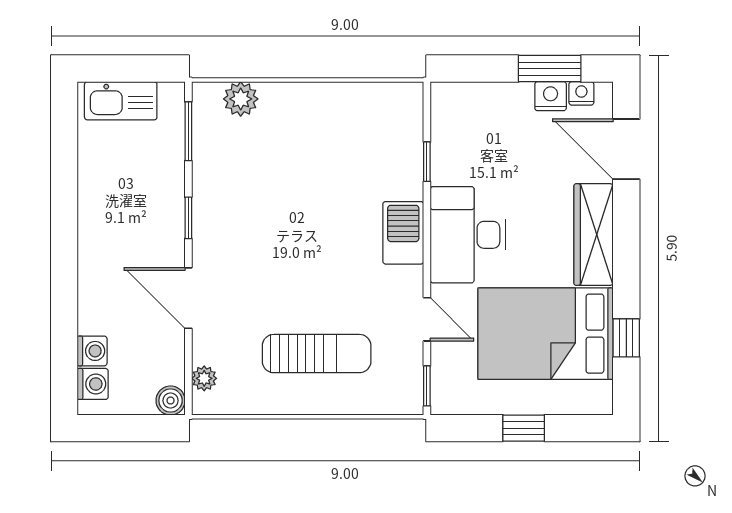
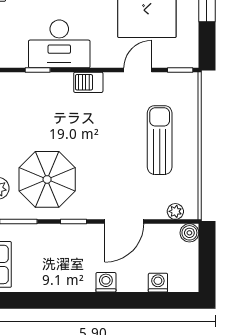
parasol: (255, 176) -> (47, 179), added
barbecue: (403, 233) -> (88, 82), width x0.73, depth x0.79
desk: (468, 235) -> (59, 44), moved
washing machine: (93, 384) -> (106, 282), moved

